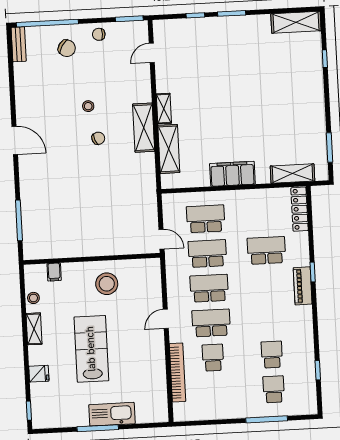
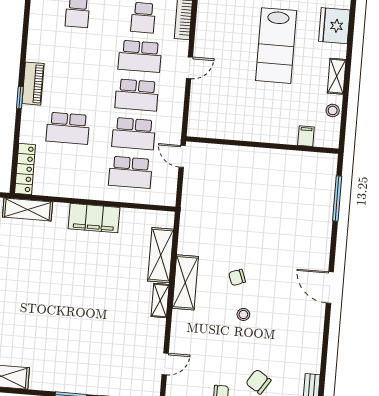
stool: (107, 284) -> (249, 115), removed
fridge: (39, 374) -> (334, 26), width x1.88, depth x1.34

